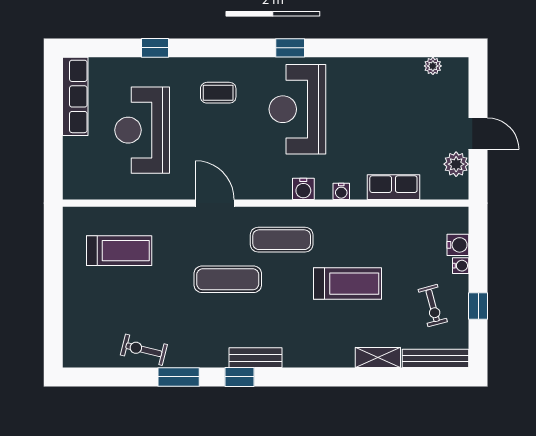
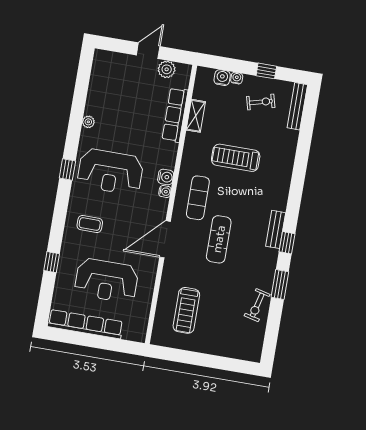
plant: (433, 66) -> (88, 122), moved
coffee table: (218, 93) -> (90, 224), turned 90
row of seats: (75, 96) -> (85, 324), width x1.36
row of seats: (393, 187) -> (175, 115), width x1.48
water cooler: (341, 191) -> (165, 192), moved
door: (215, 203) -> (165, 239), width x1.36
treadmill: (119, 251) -> (186, 310), turned 180
treadmill: (347, 284) -> (236, 158), turned -90
shelving: (378, 358) -> (196, 116), moved

